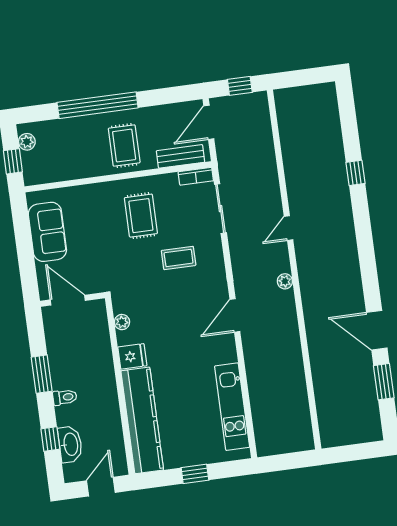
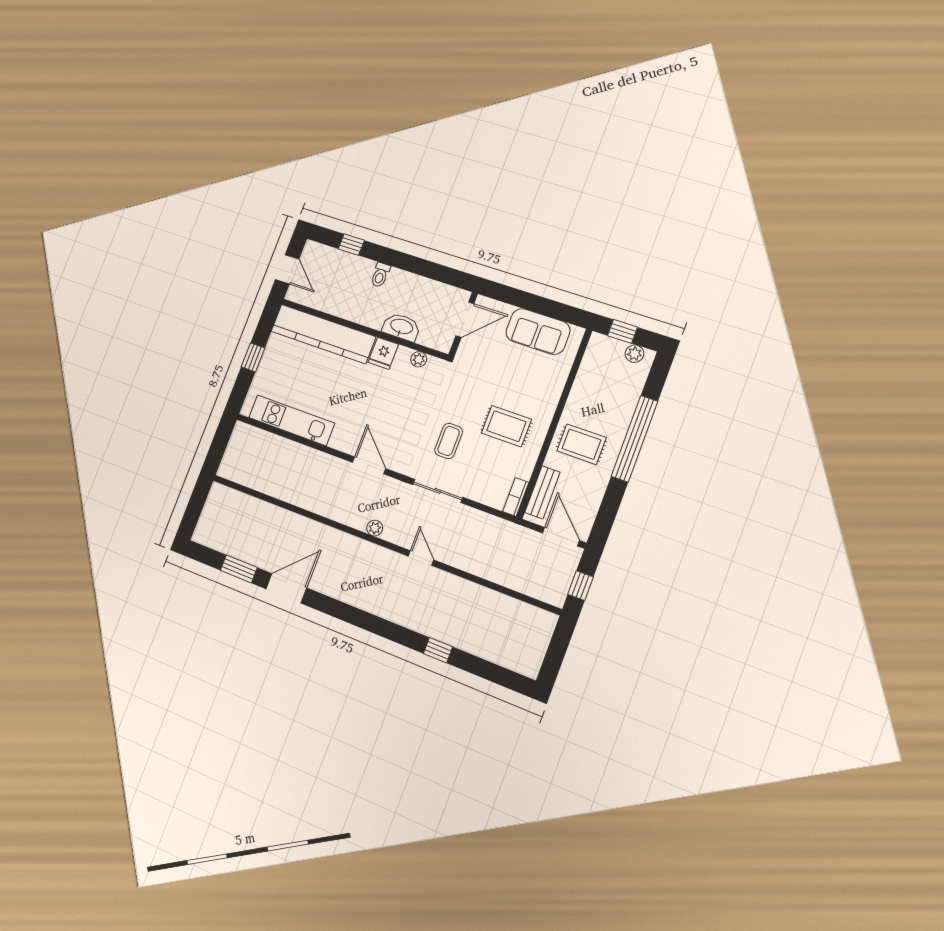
sliding door: (220, 209) -> (438, 491), moved
window: (42, 374) -> (412, 264), removed
washbasin: (70, 444) -> (401, 327), moved, turned 180

